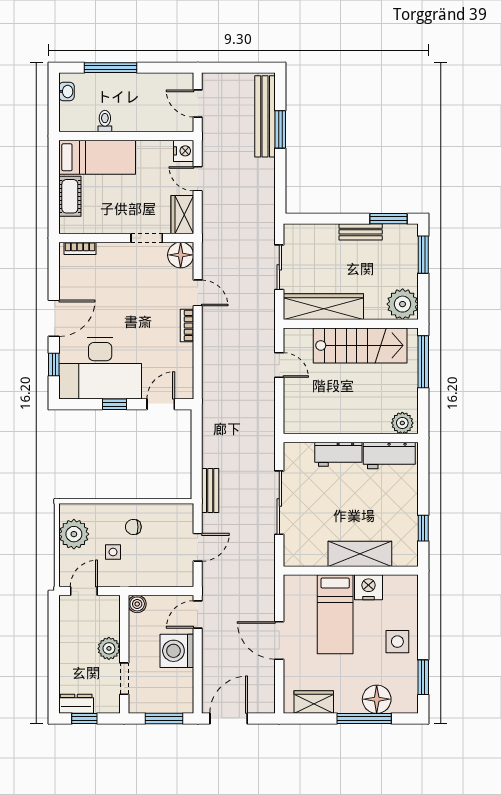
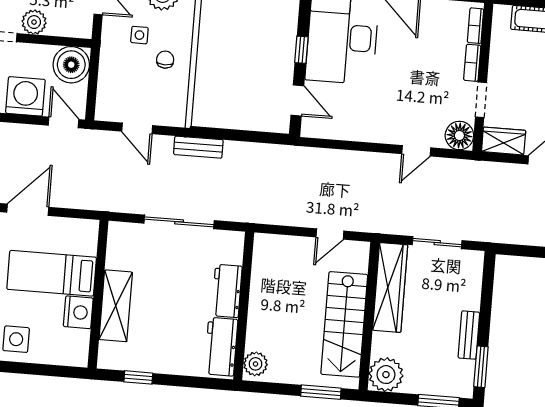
bookcase: (187, 326) -> (472, 63), moved, turned -90
window: (423, 362) -> (321, 392), width x0.69
boiler: (137, 604) -> (71, 65), width x1.86, depth x1.86

